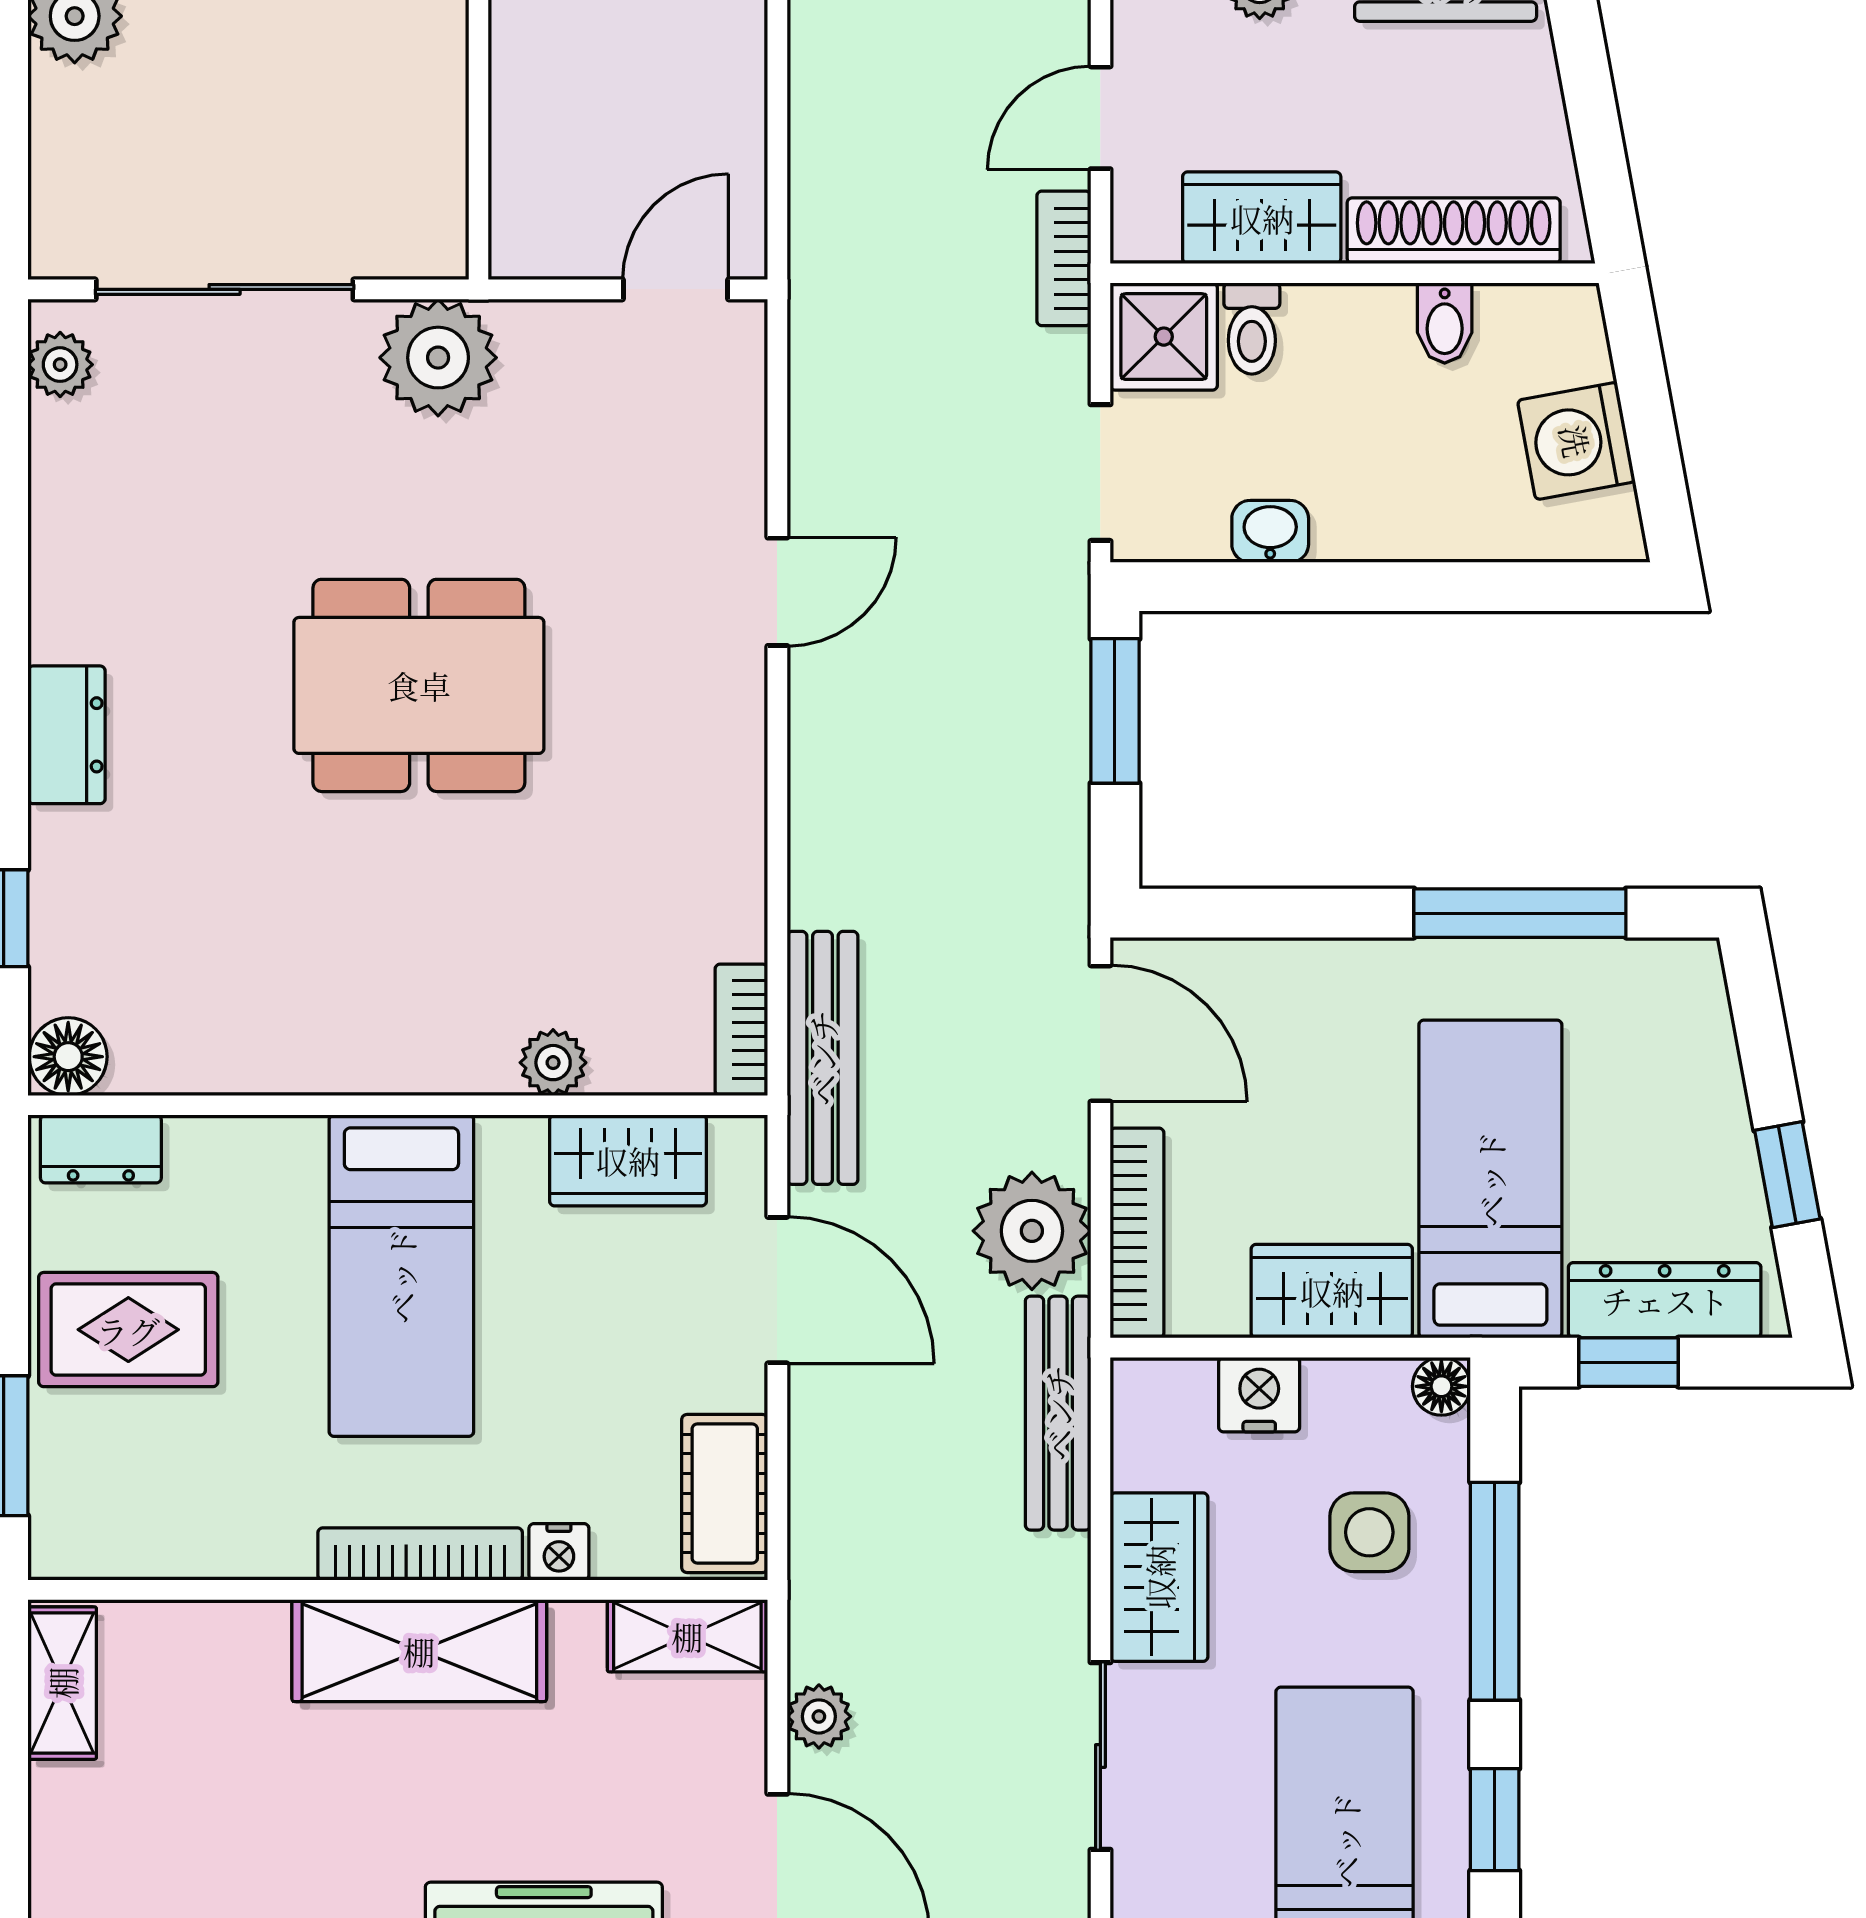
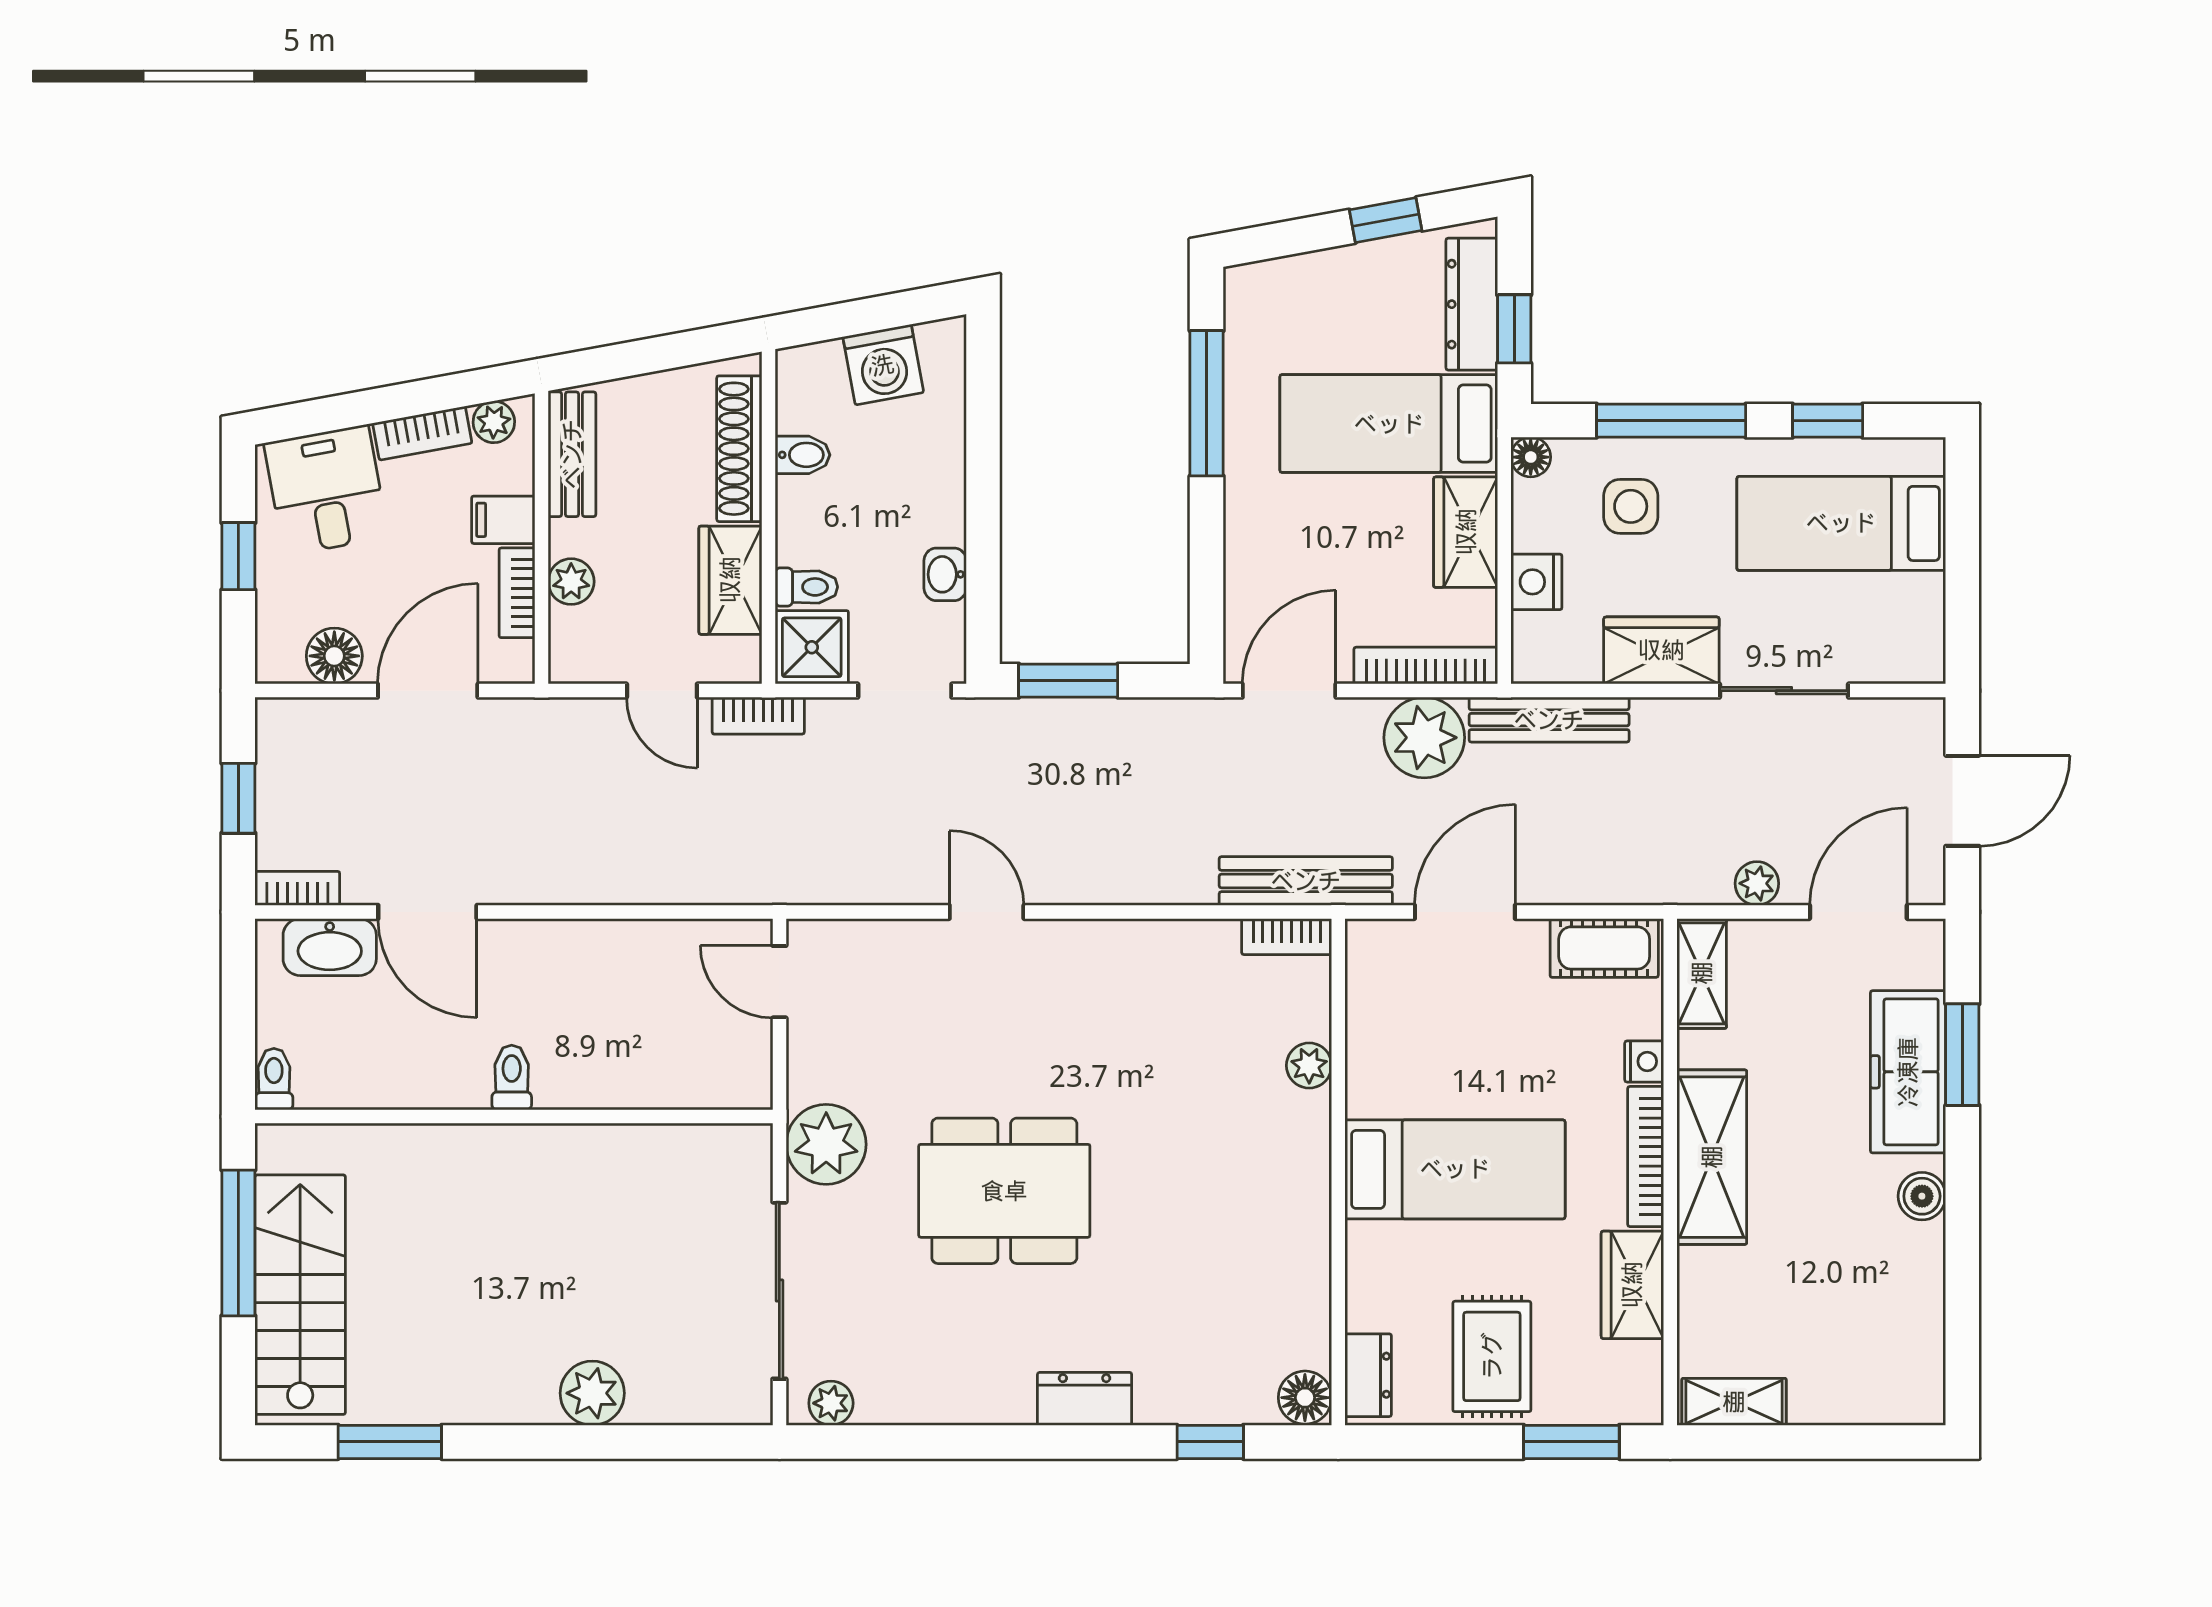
dining table: (419, 685) -> (1004, 1191), moved, turned 90
wardrobe: (628, 1160) -> (1632, 1285), moved, turned 180

